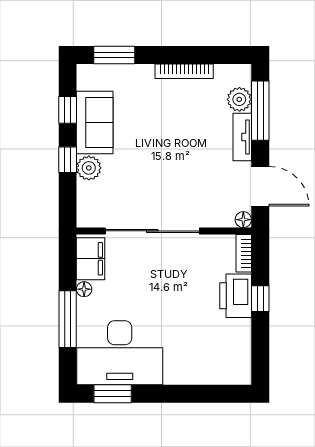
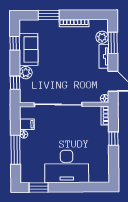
window: (114, 55) -> (49, 15), moved
window: (260, 111) -> (113, 43), width x0.69
window: (68, 160) -> (15, 83), moved
filing cabinet: (91, 259) -> (27, 124), width x0.50
printer: (236, 296) -> (101, 137), removed
desk: (120, 353) -> (67, 166), moved

